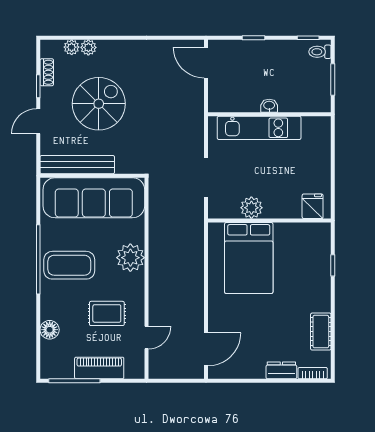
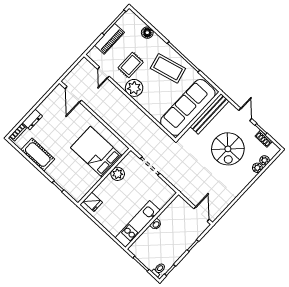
door: (206, 63) -> (201, 214), hinge flipped
kitchen unit: (259, 128) -> (138, 224), moved
plant: (130, 258) -> (134, 88), moved
coffee table: (69, 265) -> (168, 68), turned 76
cot: (321, 332) -> (38, 155), width x1.37, depth x1.34

